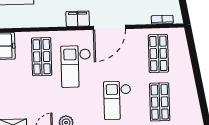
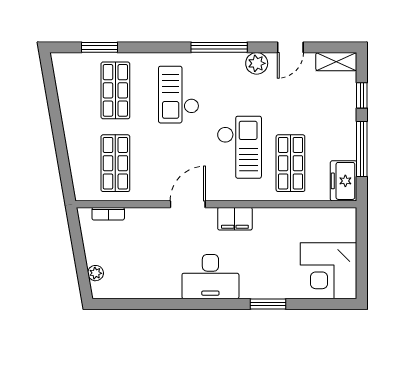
door: (109, 27) -> (188, 204), width x0.73
checkout: (117, 100) -> (179, 95), turned 180

